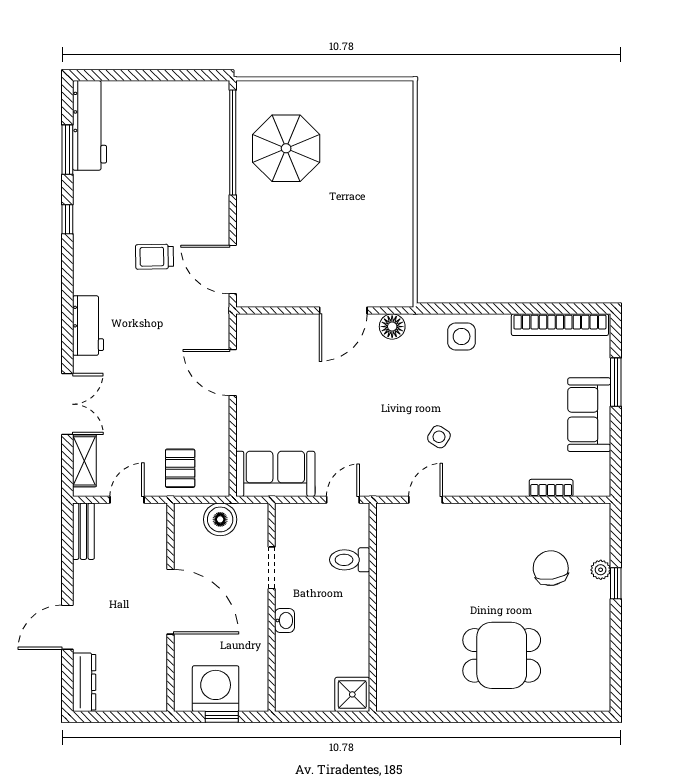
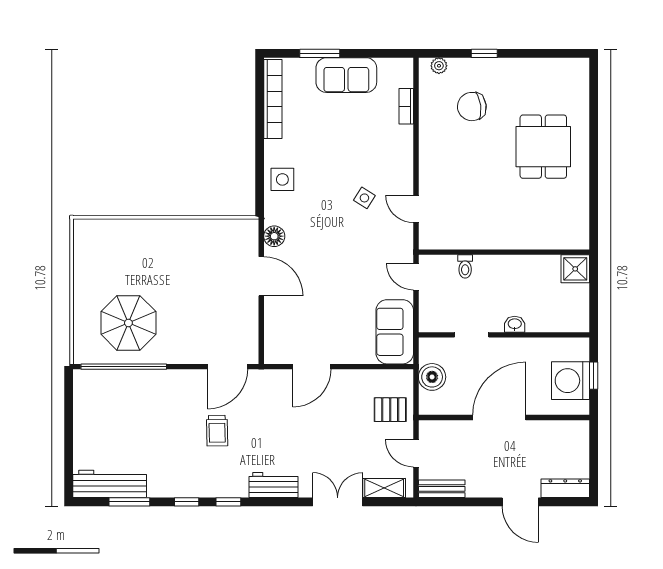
window: (67, 270) -> (228, 502), added
toilet: (350, 560) -> (465, 266), width x0.73, depth x0.72
plant: (601, 570) -> (439, 66), moved

